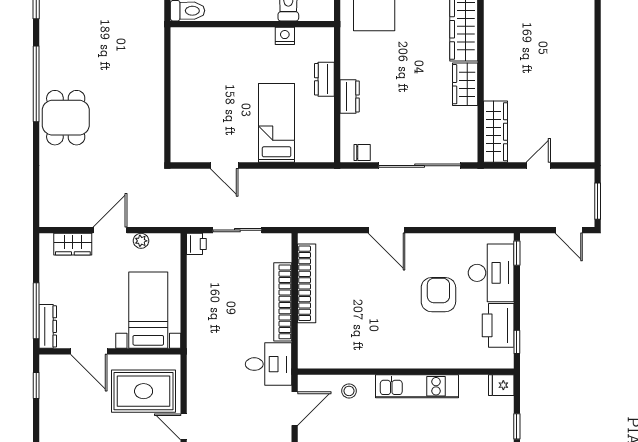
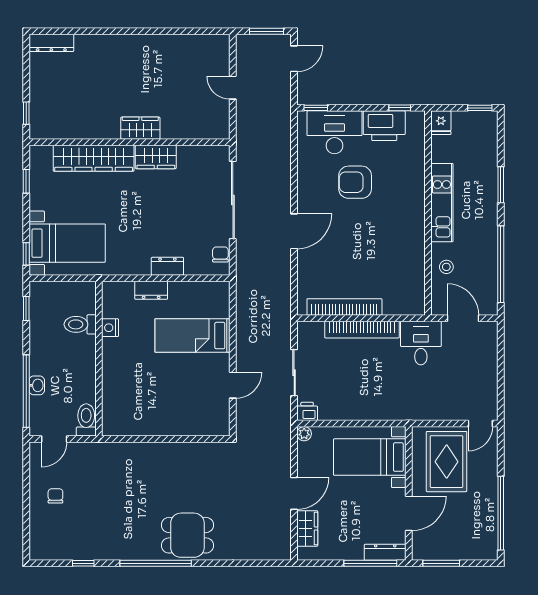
wardrobe: (495, 132) -> (140, 128), moved, width x0.67
door: (110, 230) -> (294, 493), swing flipped
plant: (141, 241) -> (304, 434), moved
window: (36, 386) -> (441, 563), width x1.50

